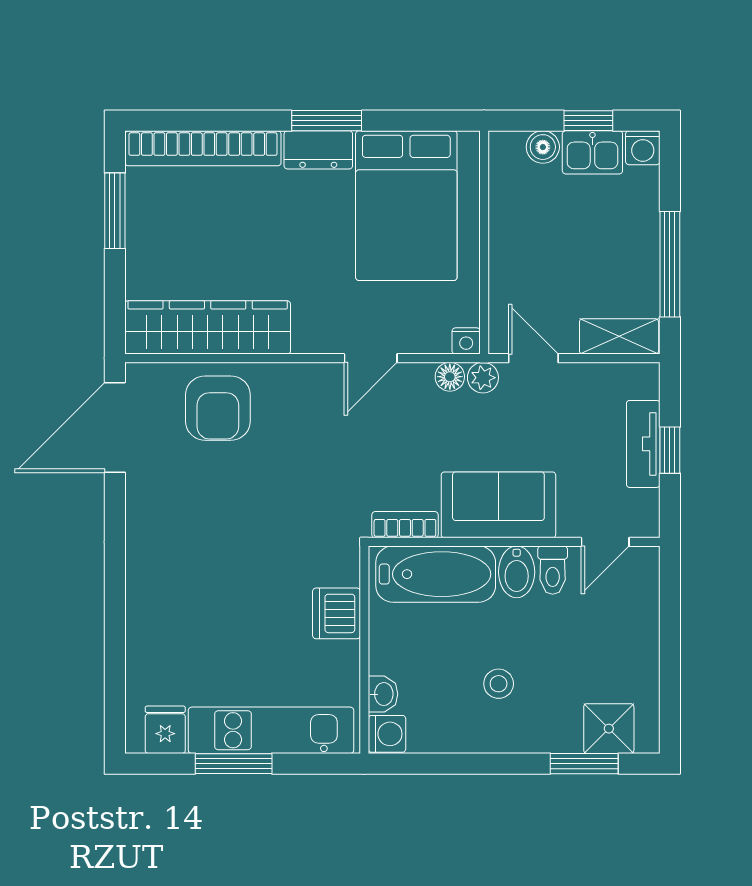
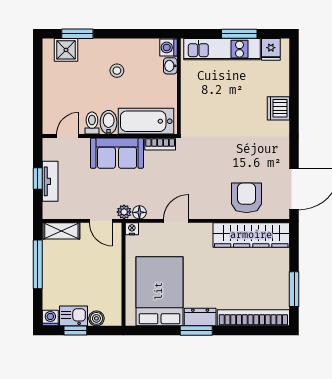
dishwasher: (337, 613) -> (278, 108), moved, turned 180

